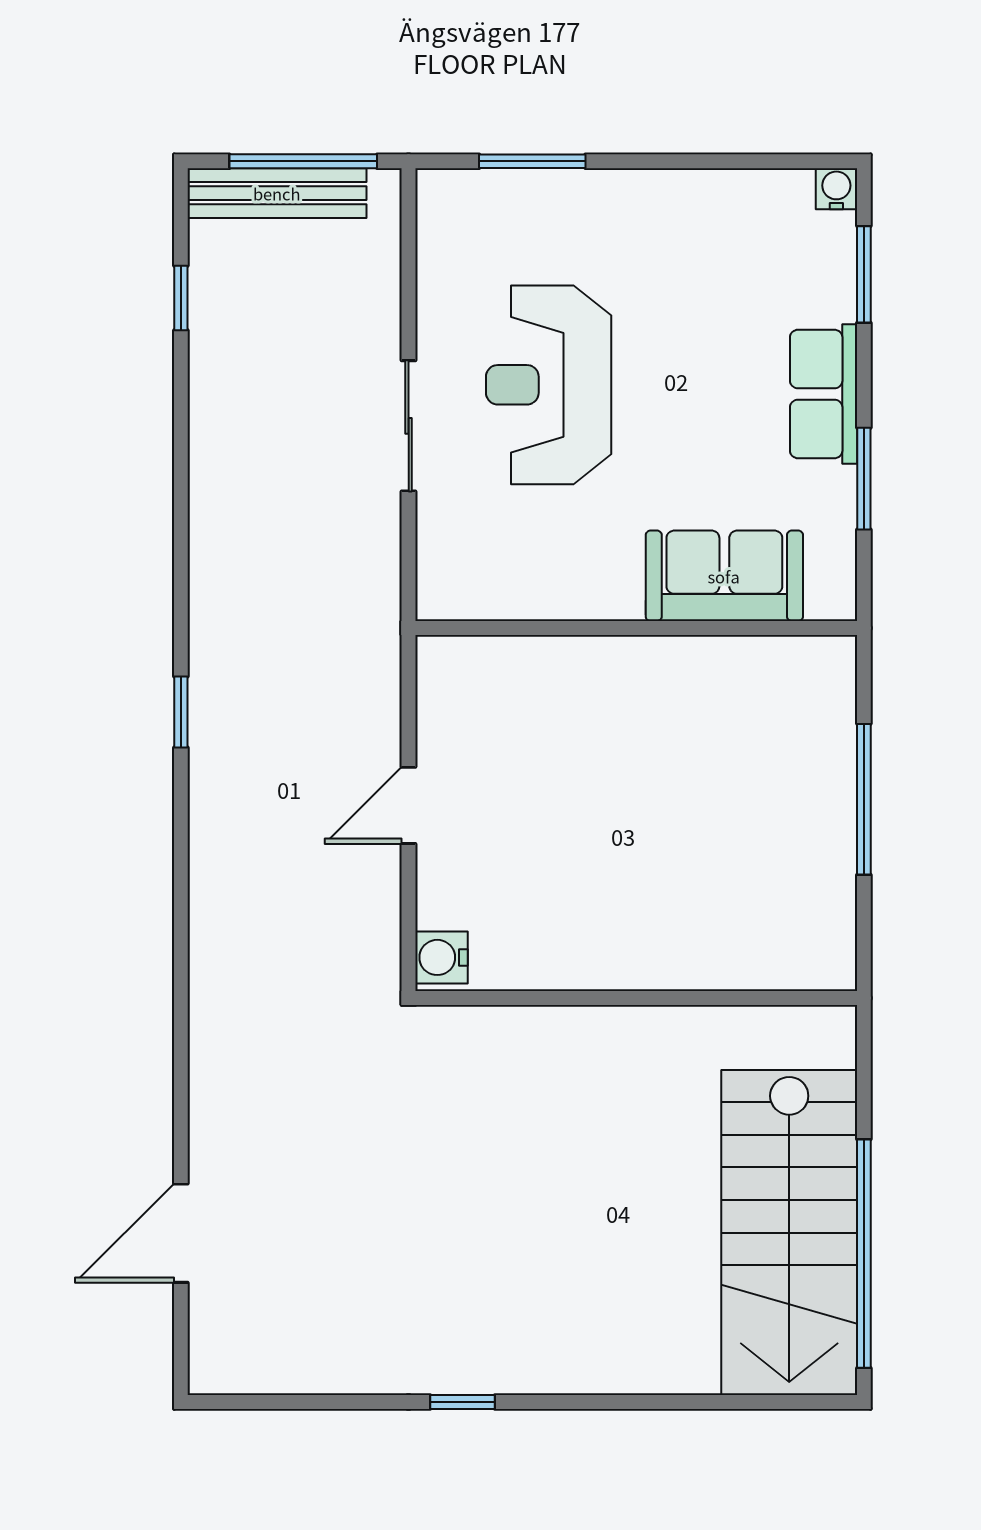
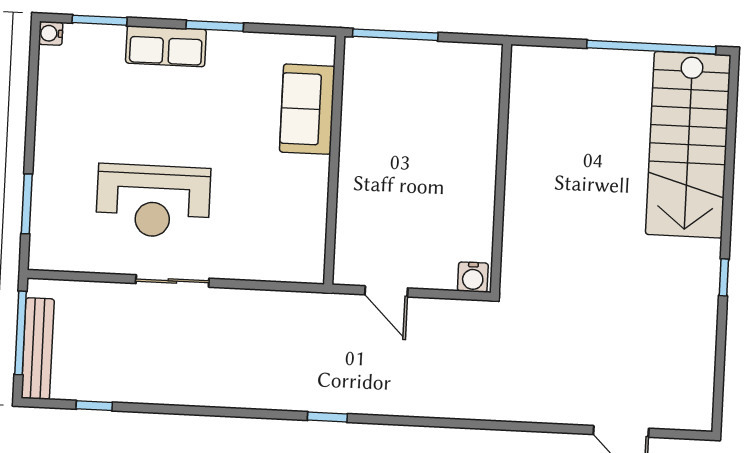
sofa: (724, 576) -> (307, 109), moved
wall: (636, 628) -> (334, 160), moved
stairs: (789, 1233) -> (688, 145), moved, turned 90

